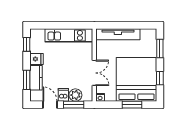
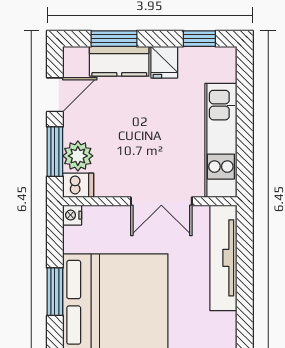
double door: (94, 73) -> (161, 201), moved
dishwasher: (63, 95) -> (78, 185), moved

